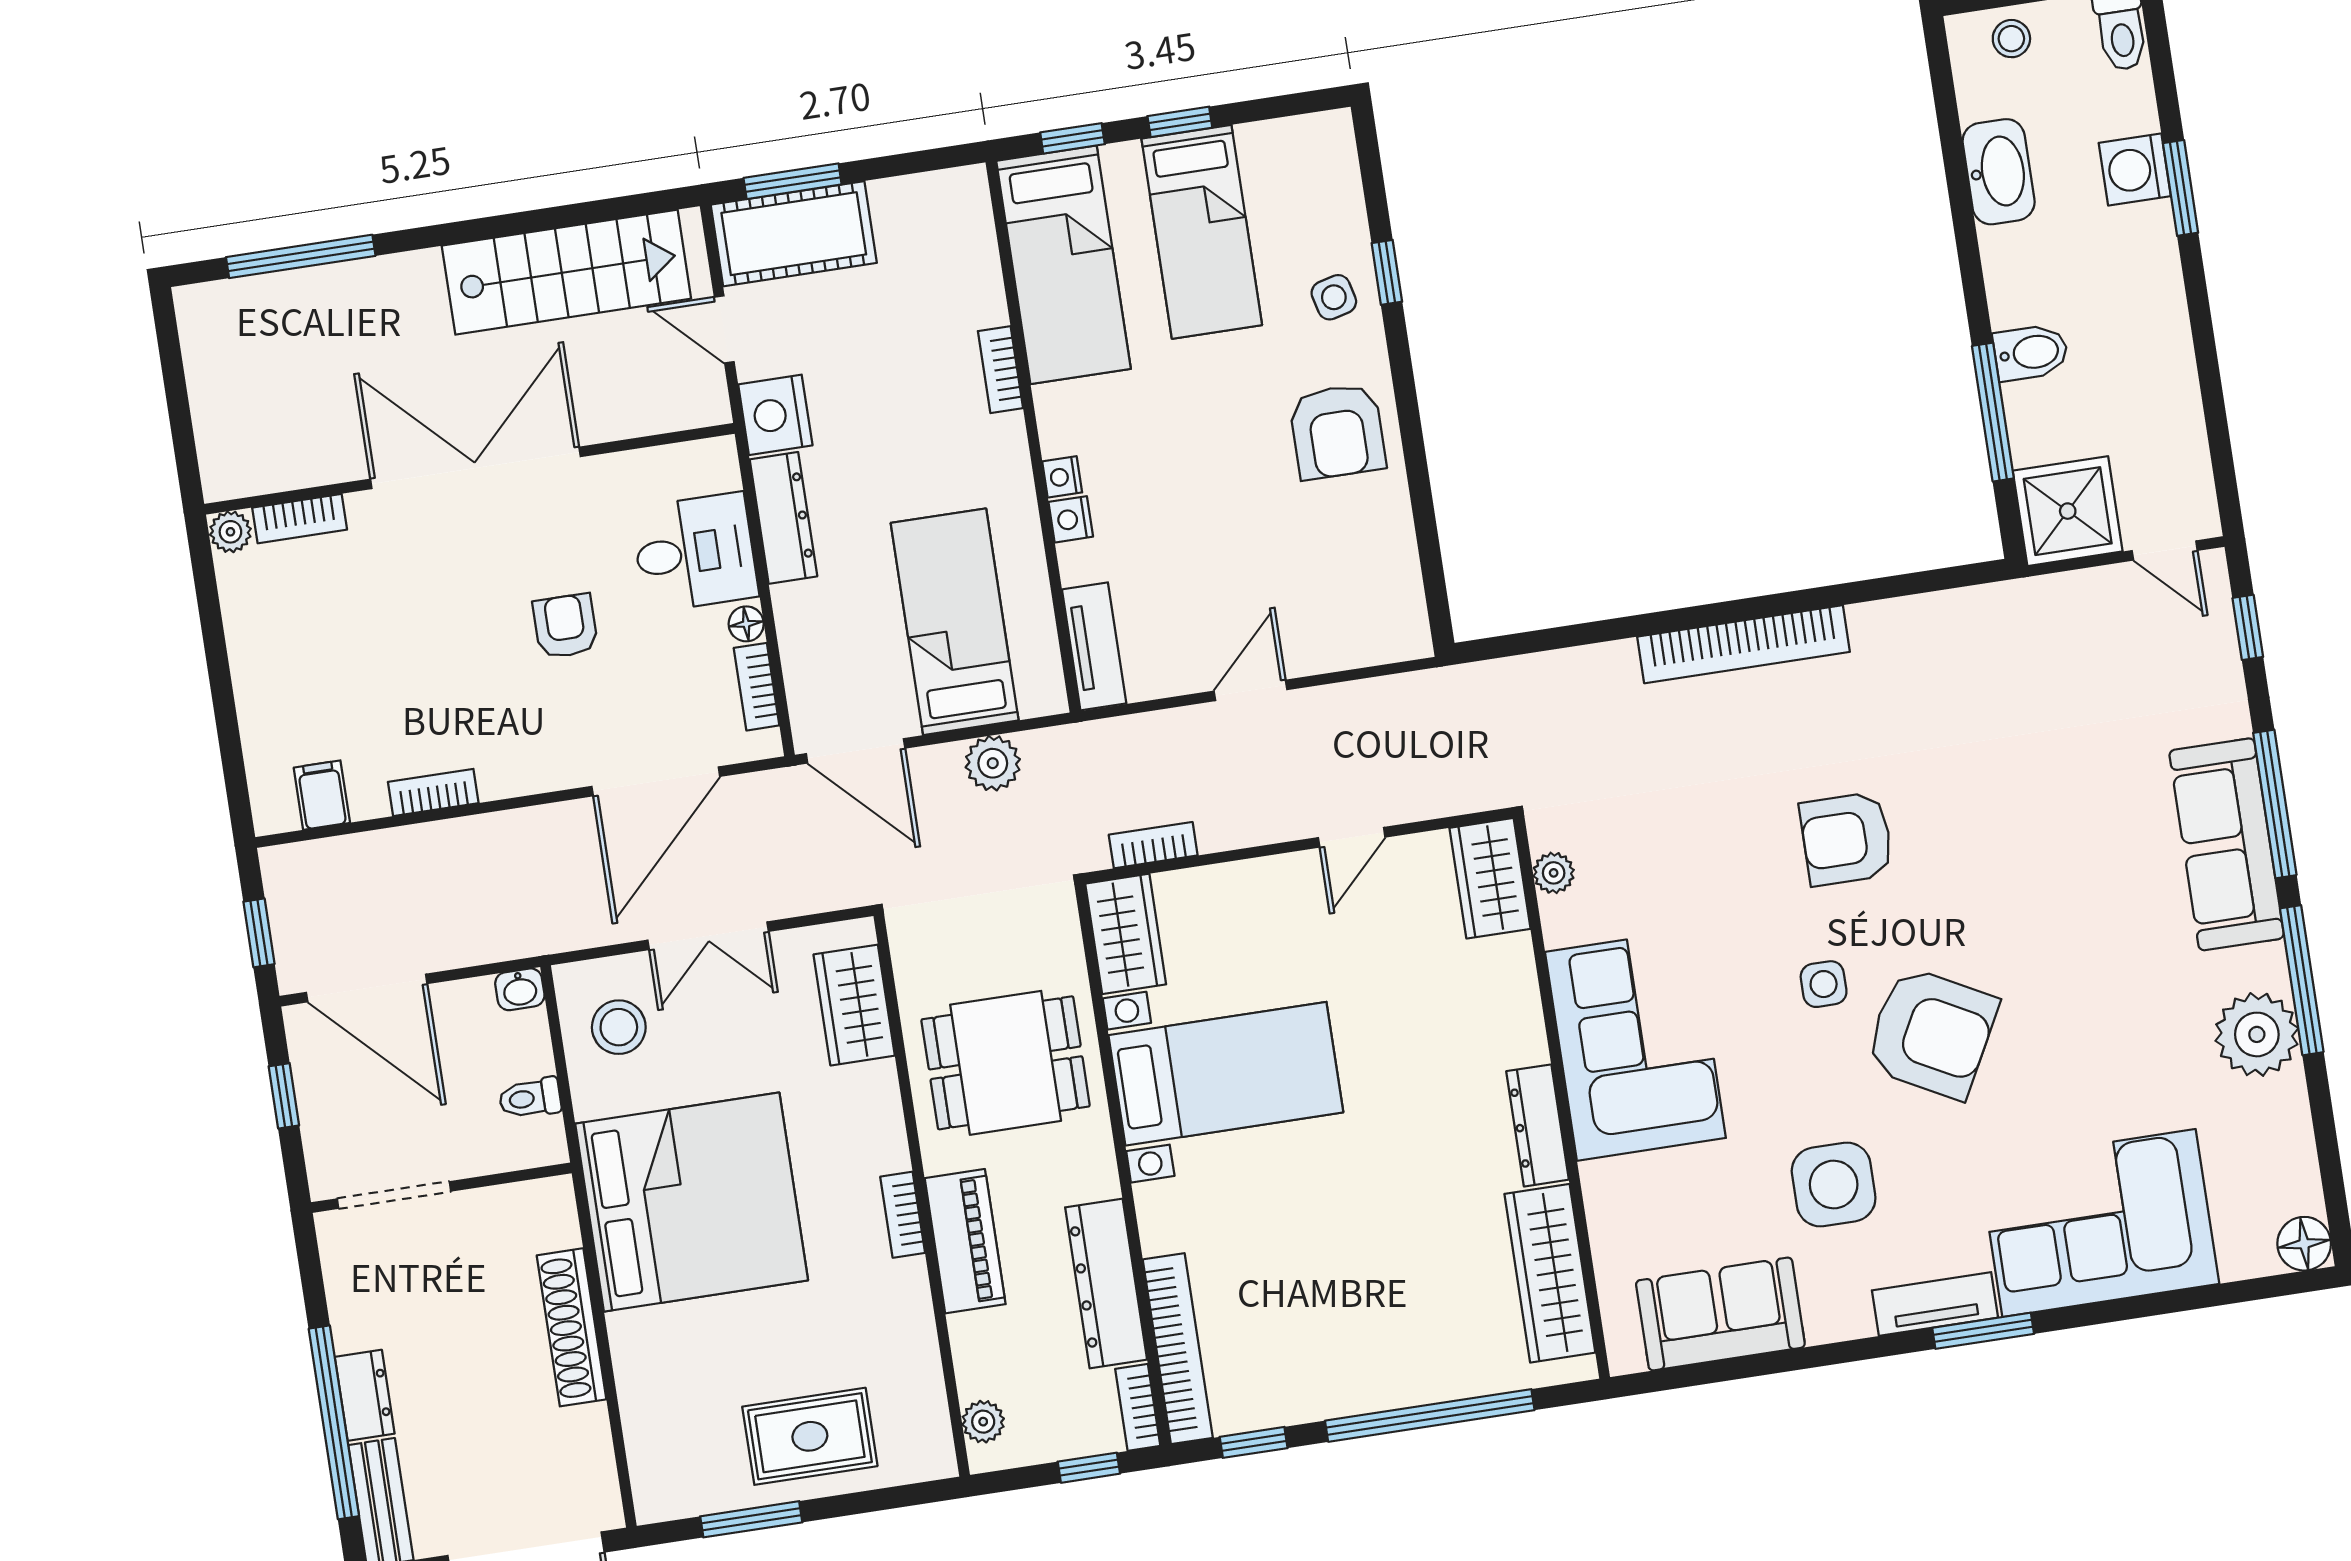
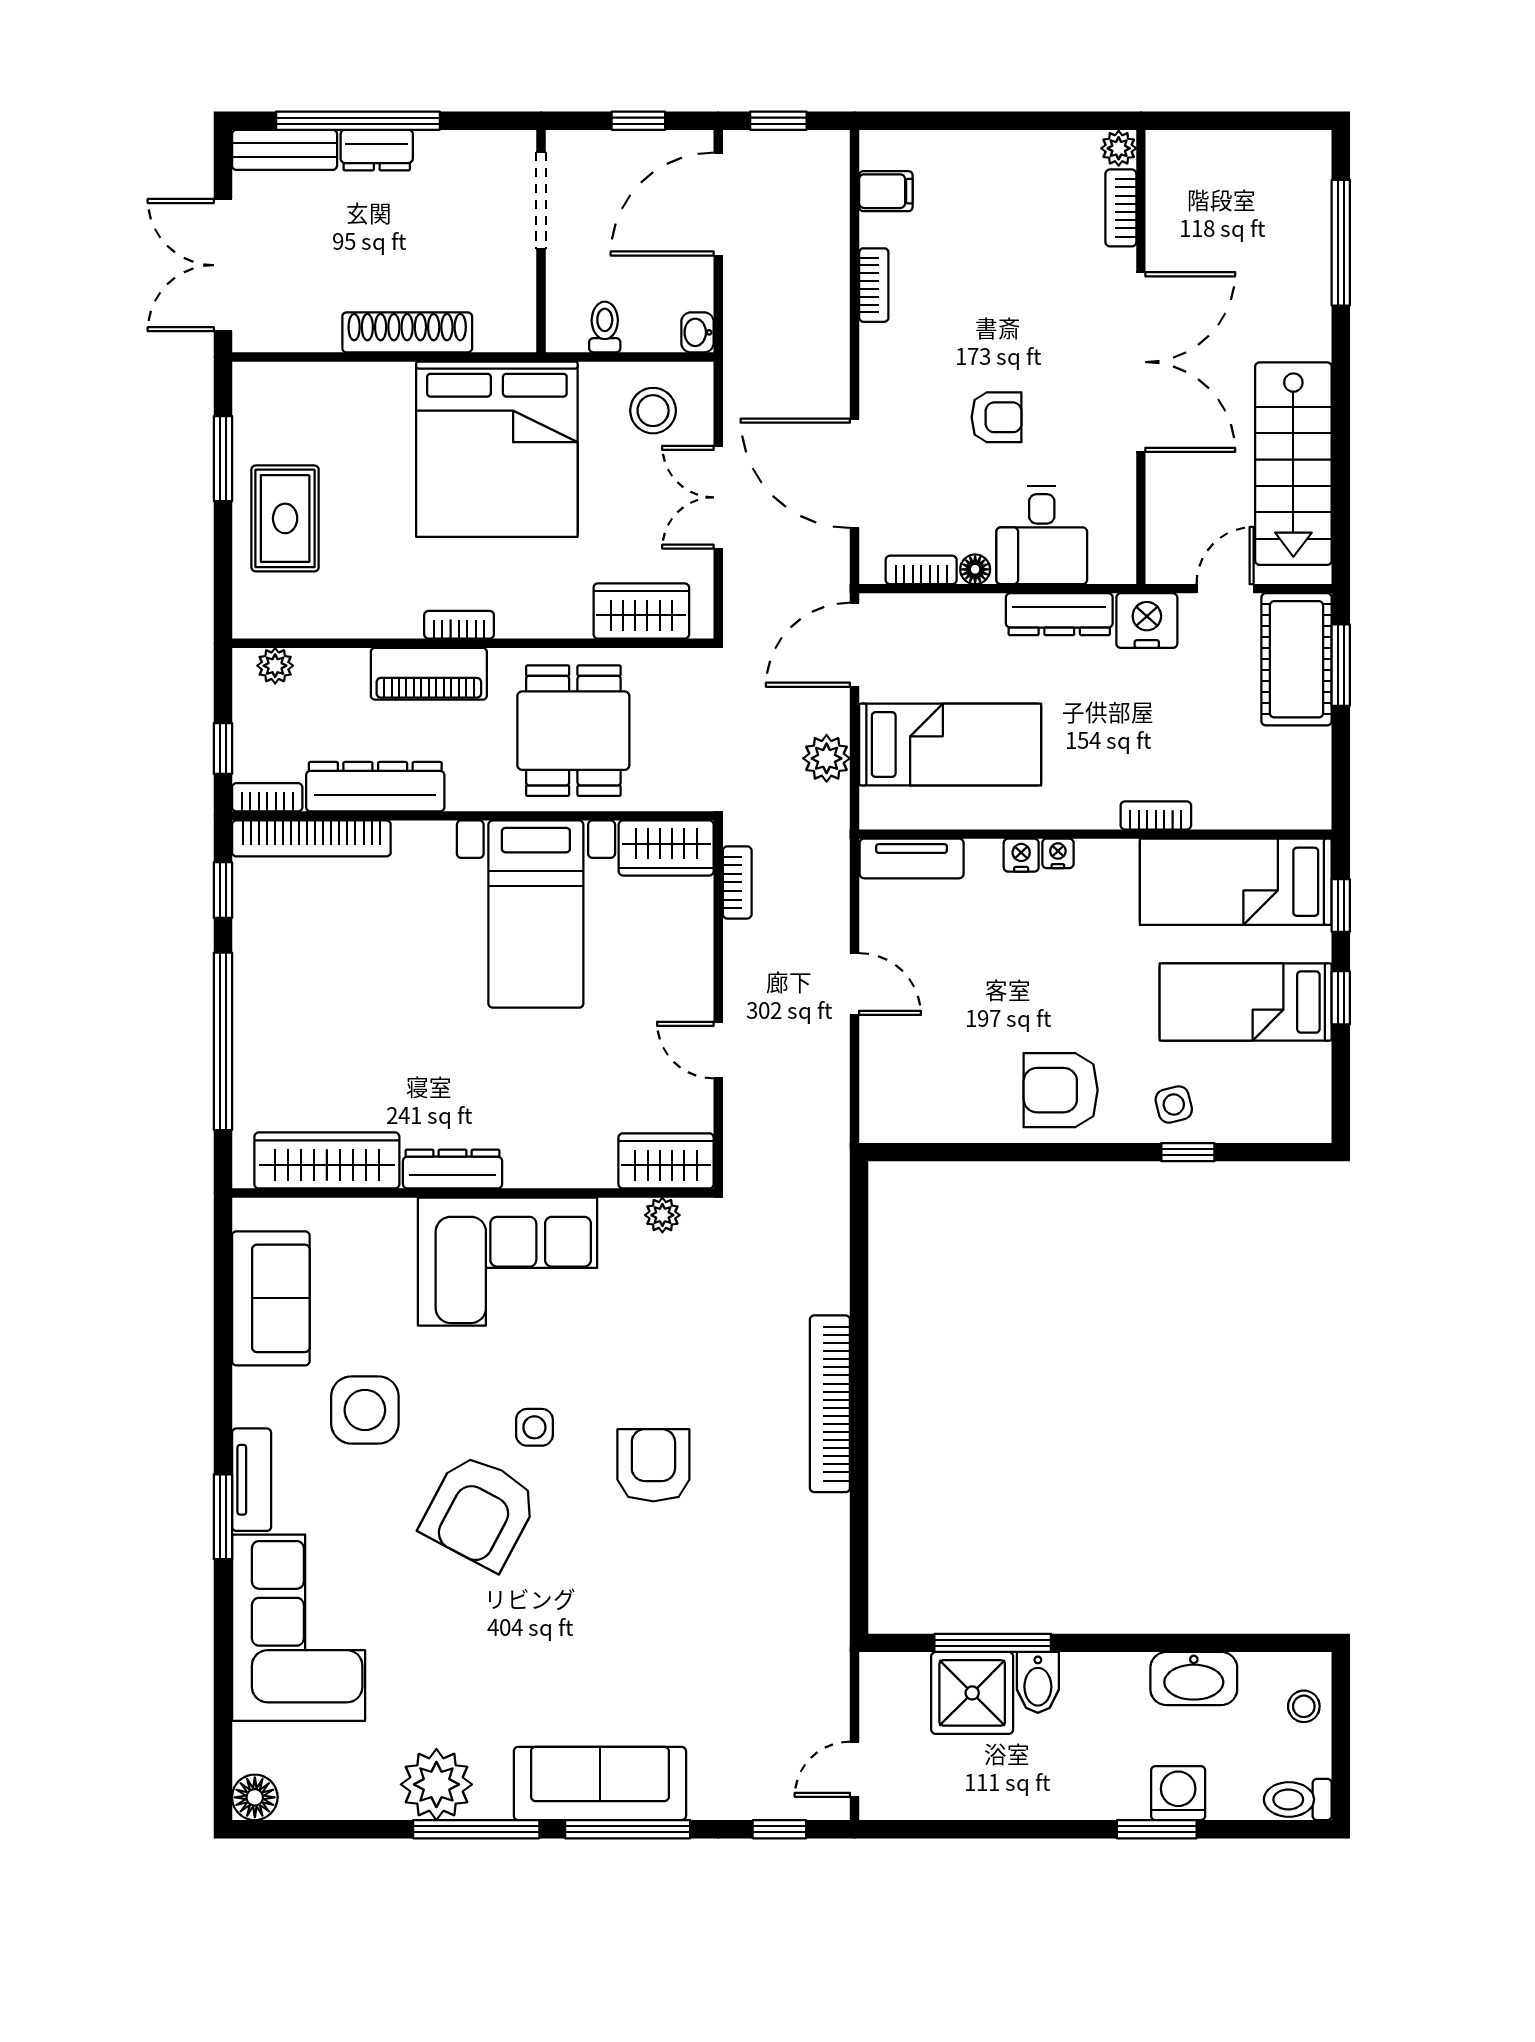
shower: (2068, 511) -> (972, 1693), moved

